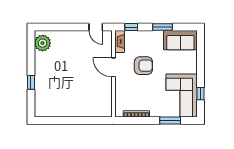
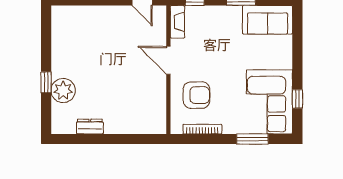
plant: (43, 43) -> (63, 90), moved
armchair: (143, 66) -> (196, 95), moved
dresser: (61, 112) -> (90, 127), added

